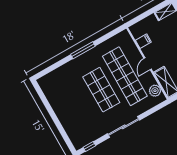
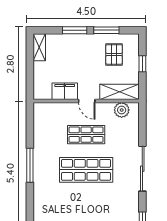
filing cabinet: (143, 41) -> (65, 91), width x2.00
shop shelf: (125, 76) -> (86, 135), width x0.50, depth x0.74

